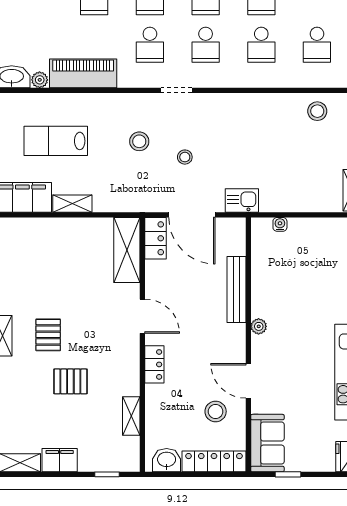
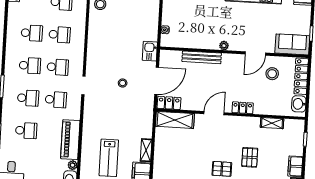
stool: (139, 141) -> (112, 109), removed

